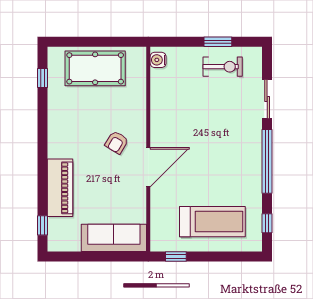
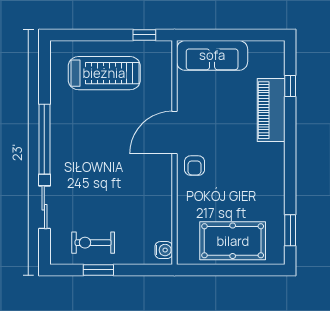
window: (43, 78) -> (290, 230), width x1.50
armchair: (117, 142) -> (194, 166), moved, turned 149
treadmill: (212, 222) -> (104, 73), turned 180
window: (267, 223) -> (44, 71), removed
window: (43, 225) -> (290, 86), moved

